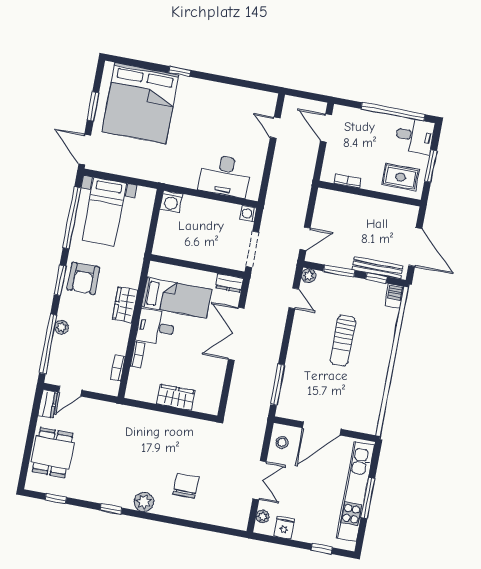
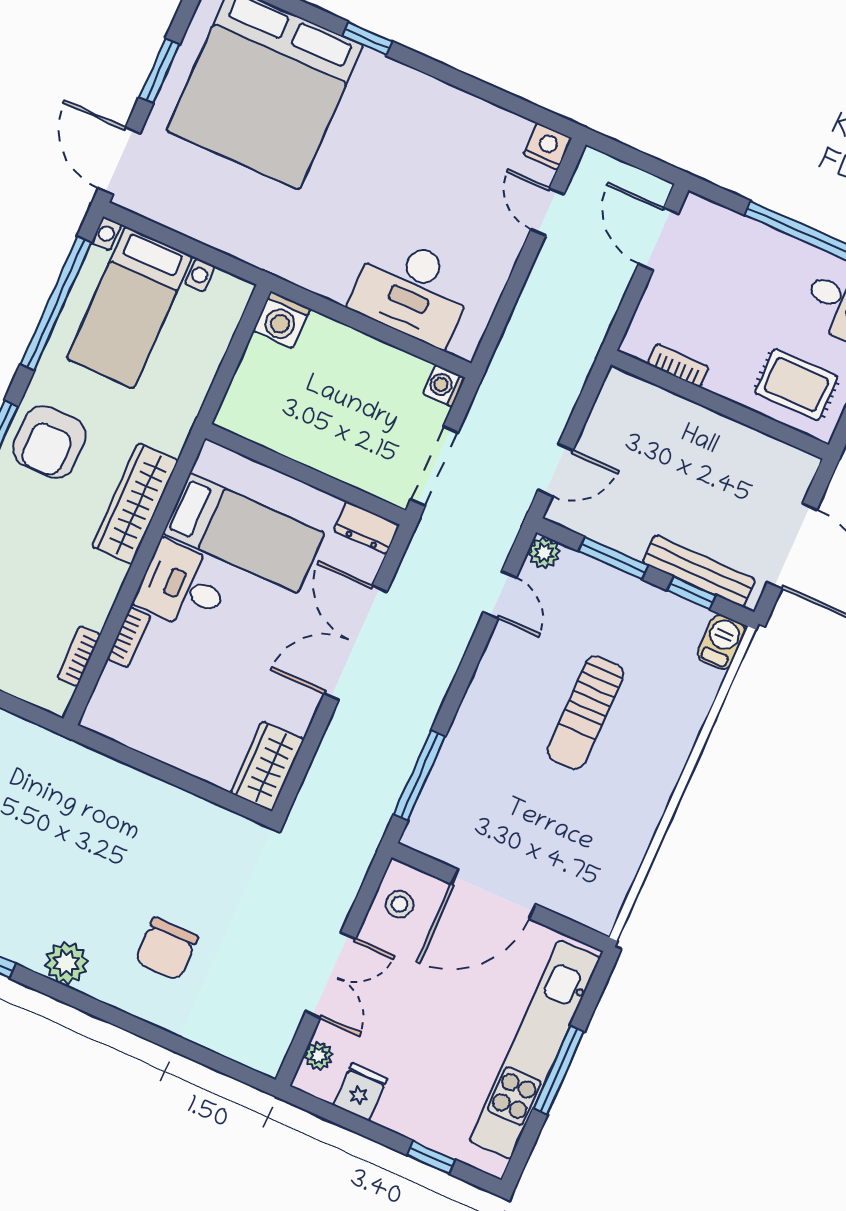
nightstand: (269, 99) -> (547, 146), added
wardrobe: (125, 305) -> (135, 504), width x1.50
wardrobe: (176, 397) -> (267, 766), moved, turned -90
chair: (186, 486) -> (166, 949), turned 180

